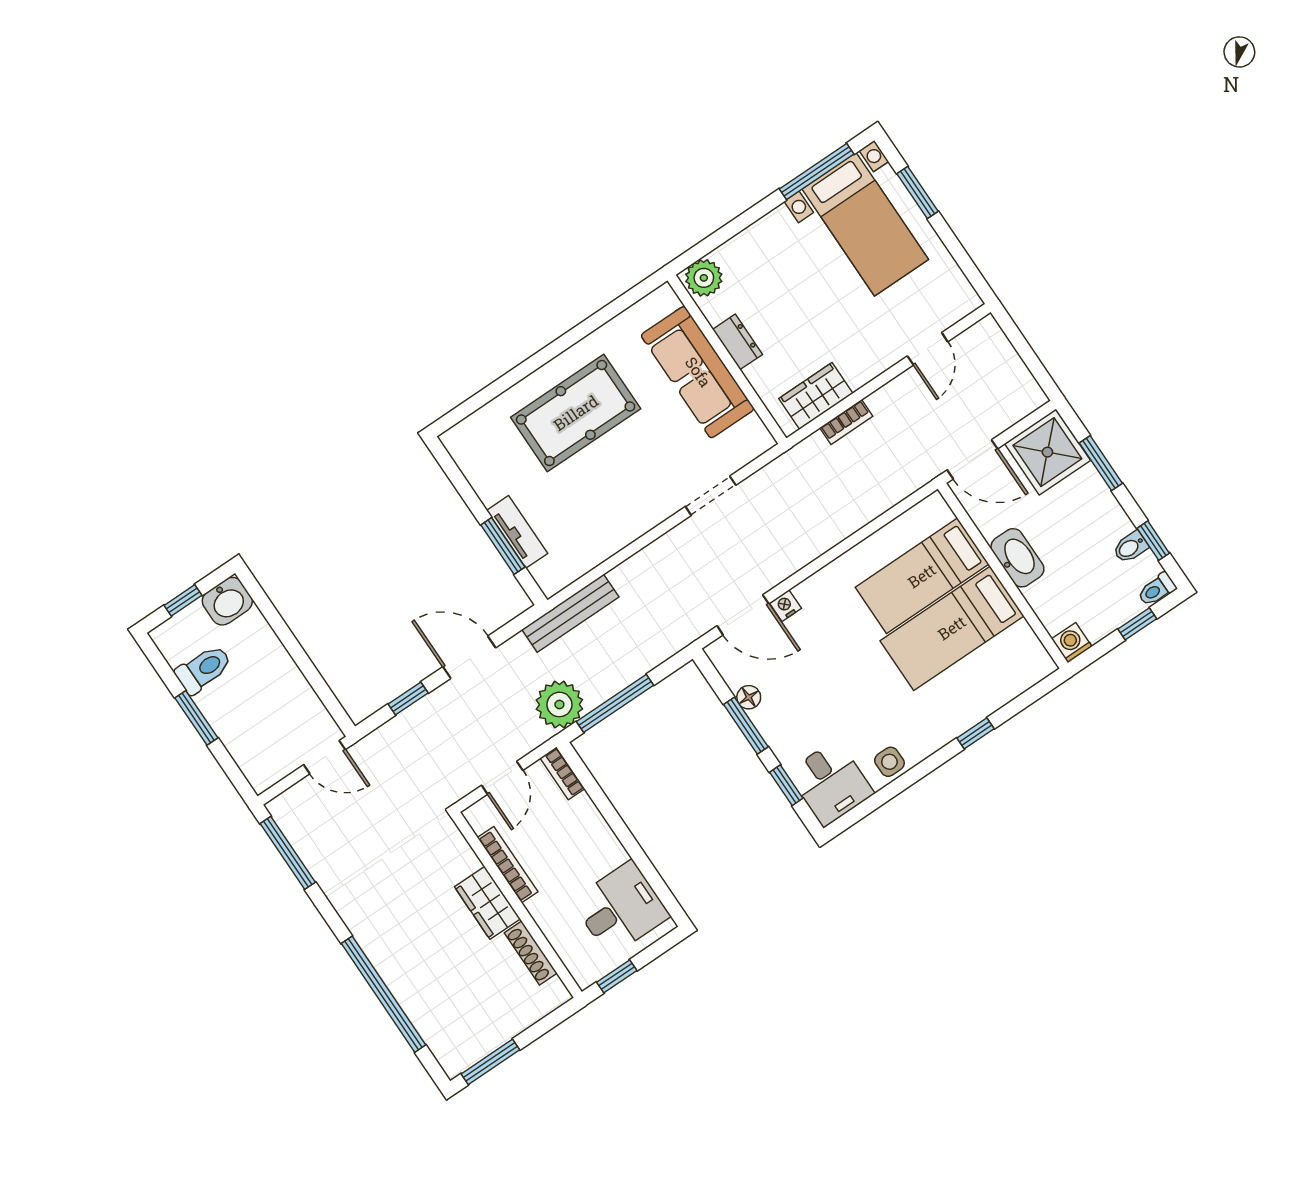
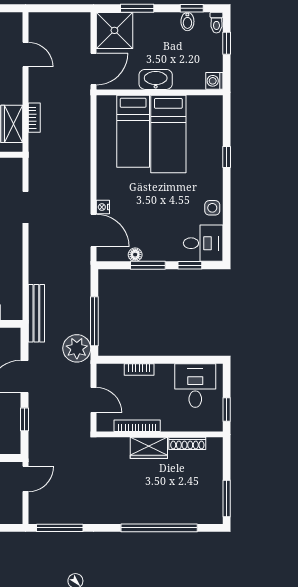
door: (743, 615) -> (93, 230), hinge flipped
bookcase: (562, 773) -> (139, 369), moved

